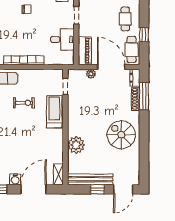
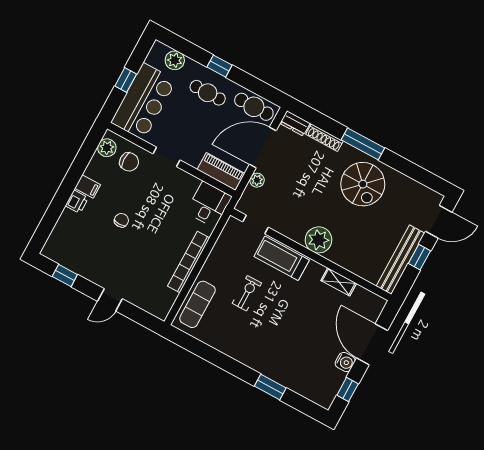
window: (144, 35) -> (220, 66), moved
desk: (62, 39) -> (209, 204), moved
window: (144, 96) -> (363, 144), moved
spiral stairs: (121, 135) -> (363, 184), turned -90
plant: (76, 145) -> (318, 240), moved
shelving: (58, 174) -> (339, 282), moved
door: (123, 189) -> (439, 222), hinge flipped

